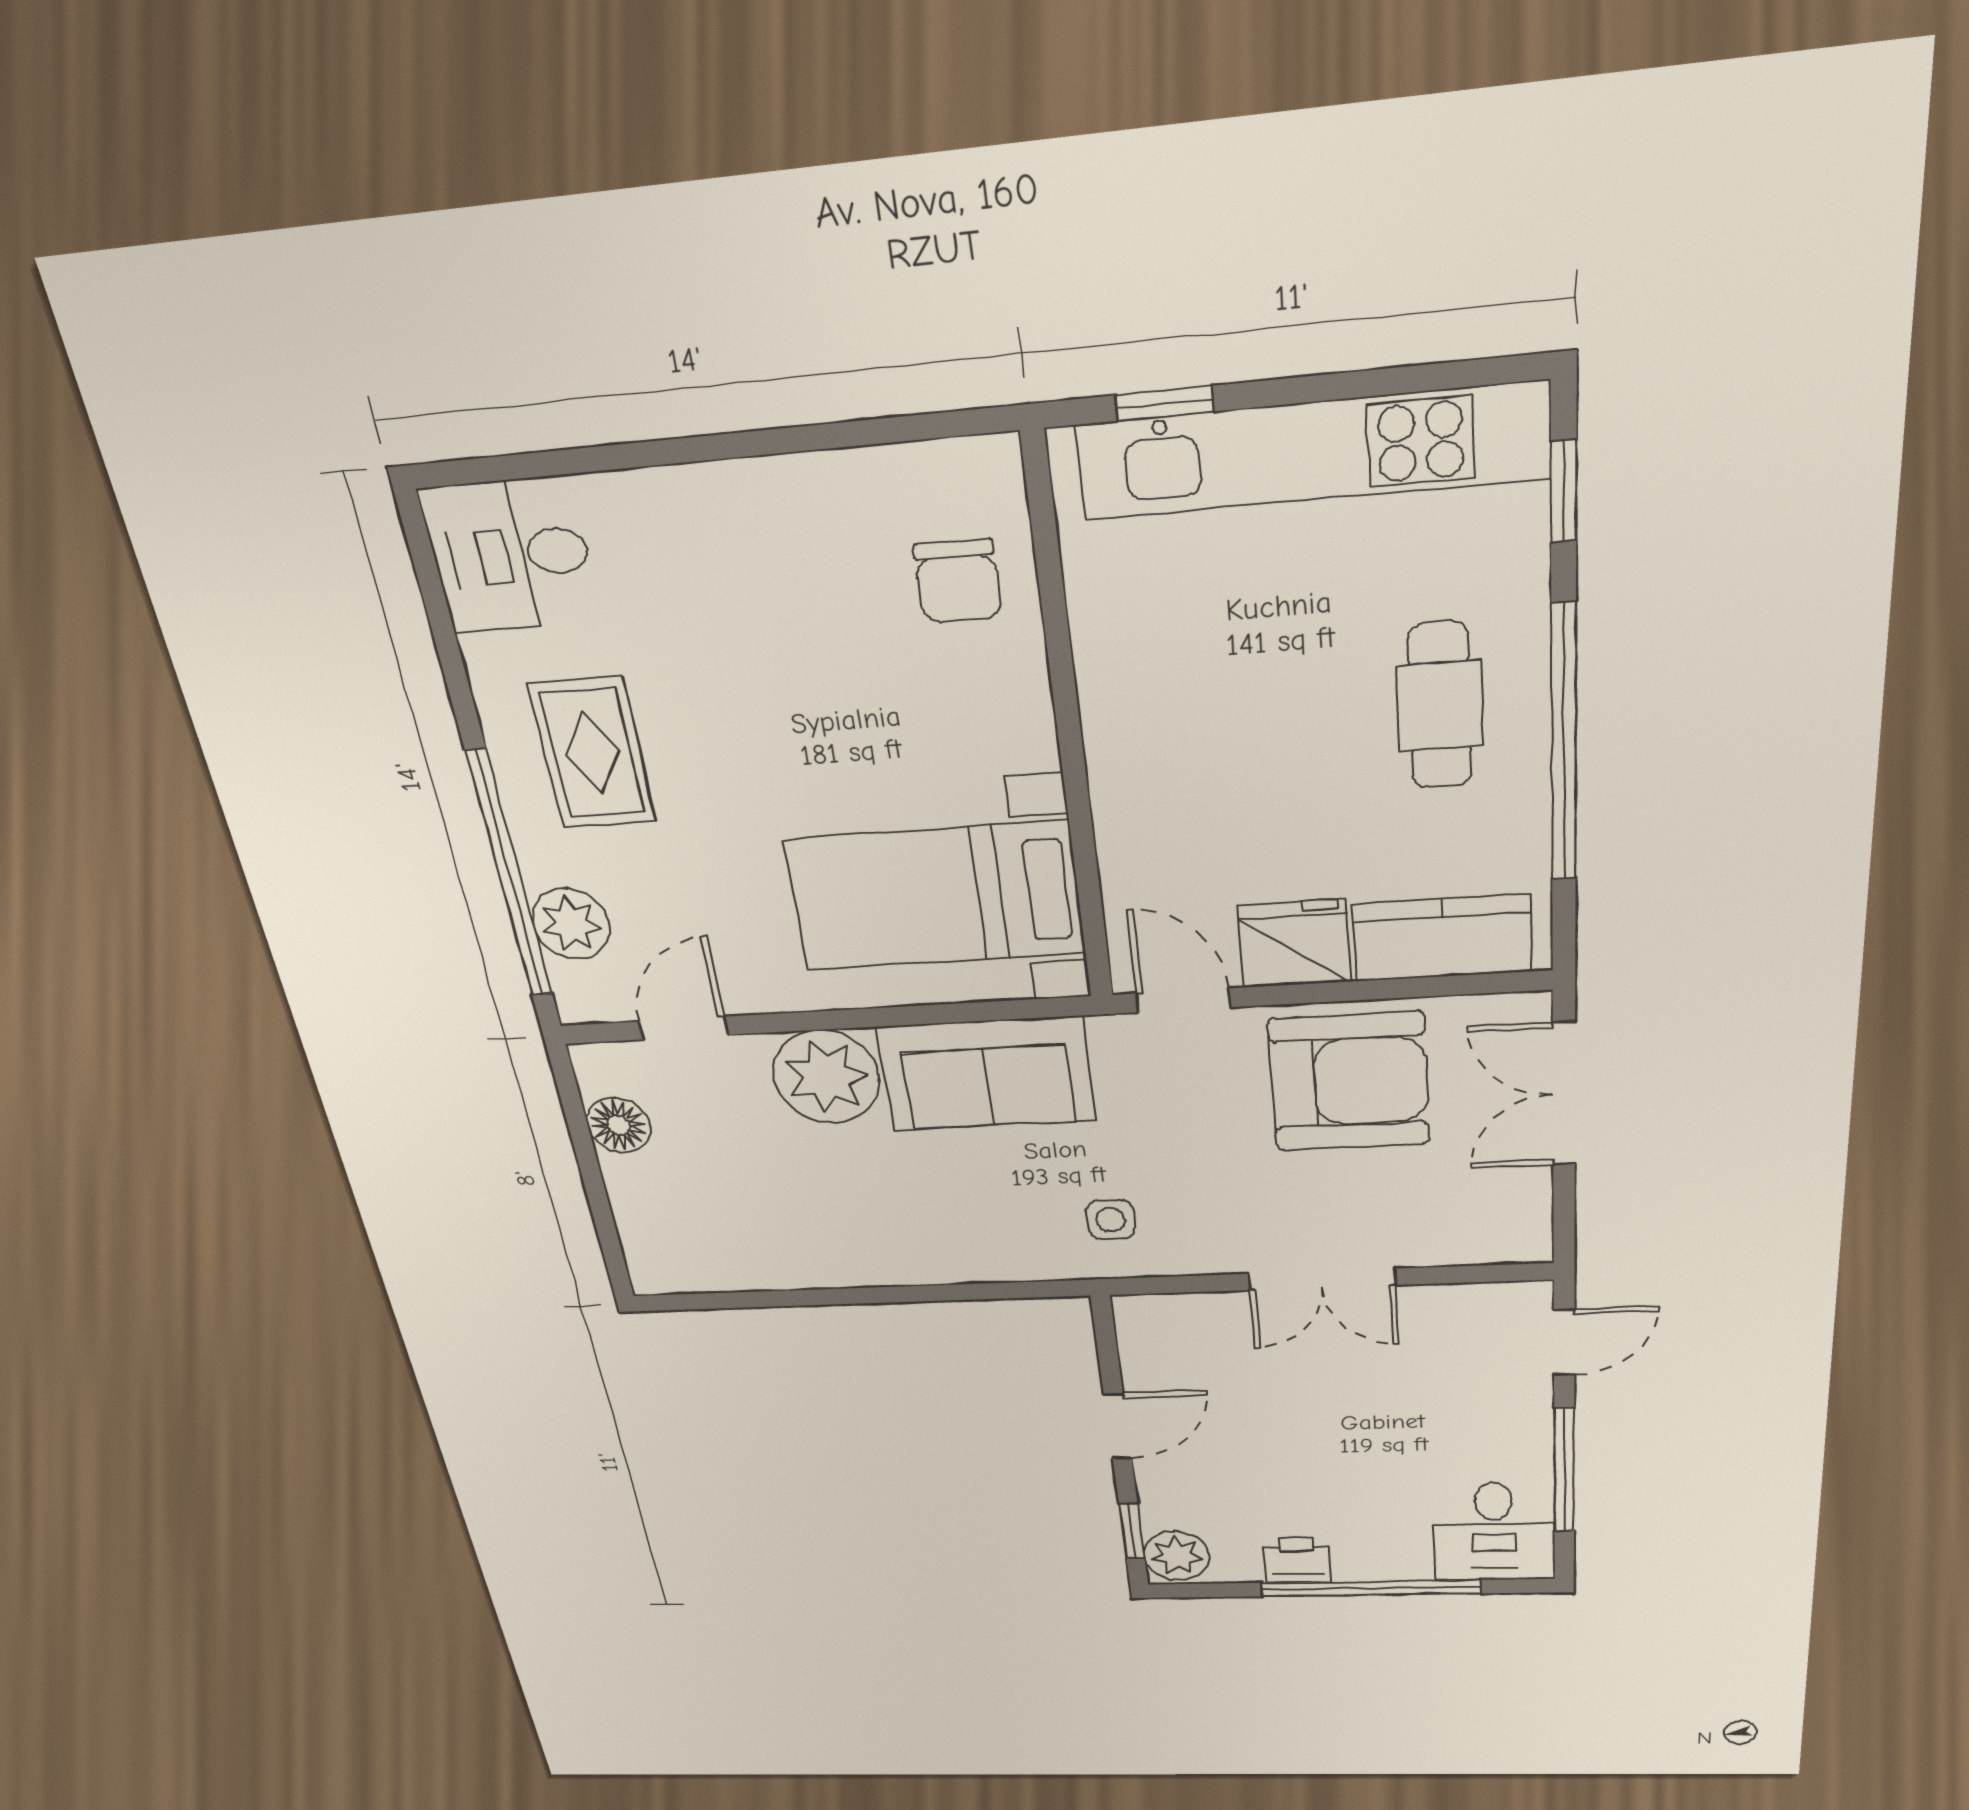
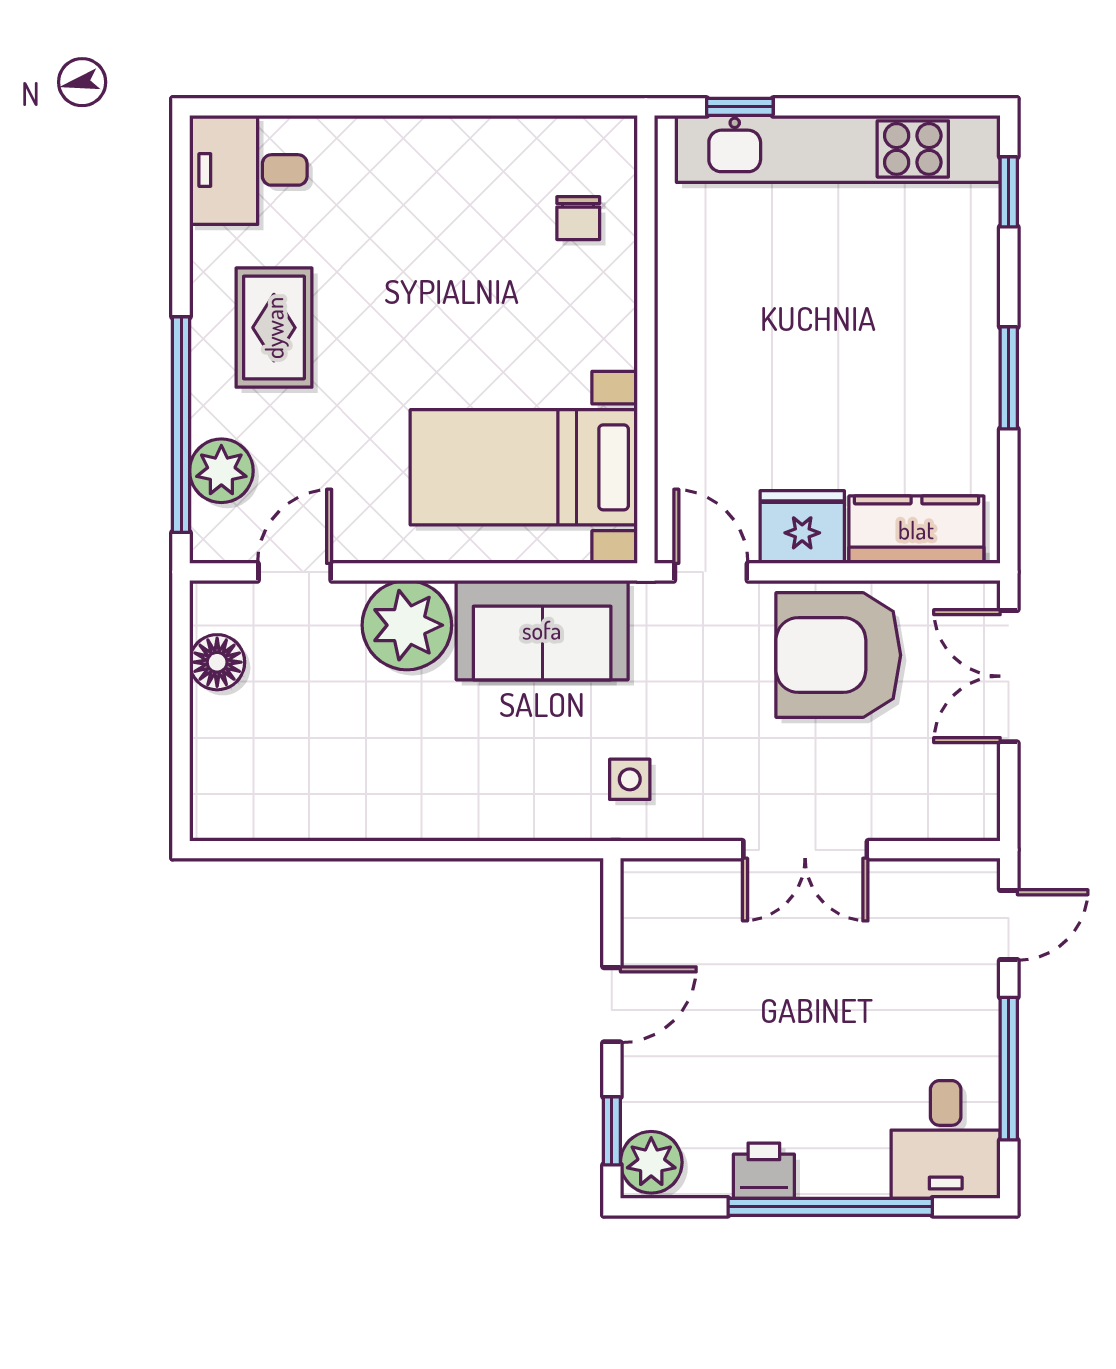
chair: (958, 581) -> (578, 218), width x0.73, depth x0.73
cafe table: (1440, 706) -> (920, 341), removed
window: (1564, 745) -> (1009, 378), width x0.47
armchair: (1349, 1082) -> (838, 655), turned 180

